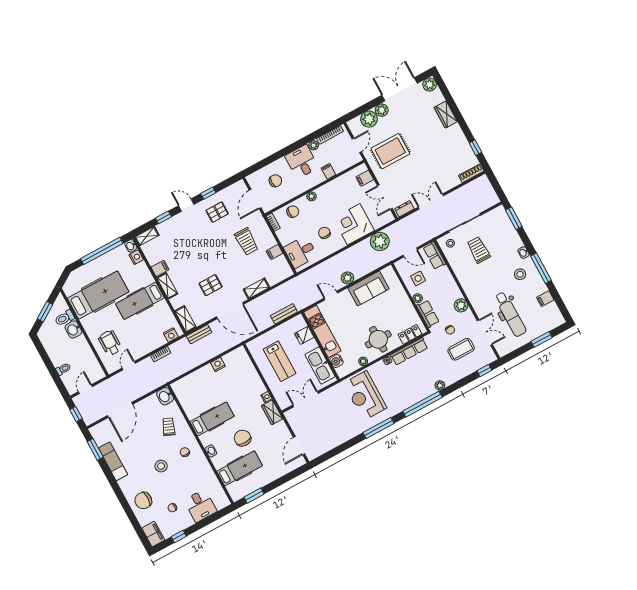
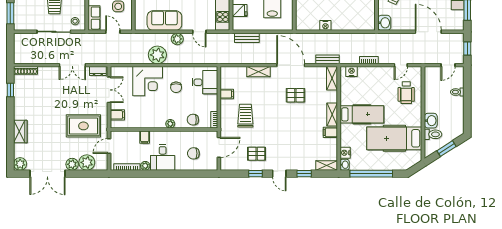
plant: (380, 241) -> (157, 55), moved
door: (120, 410) -> (428, 32), hinge flipped

